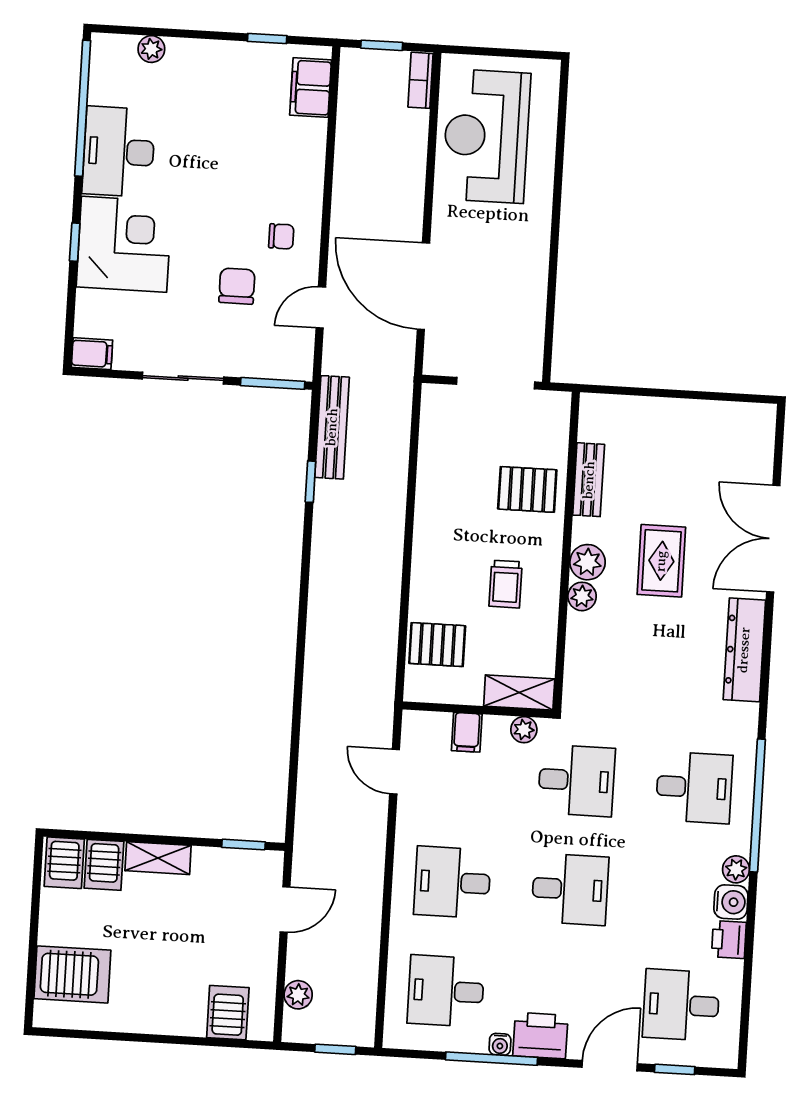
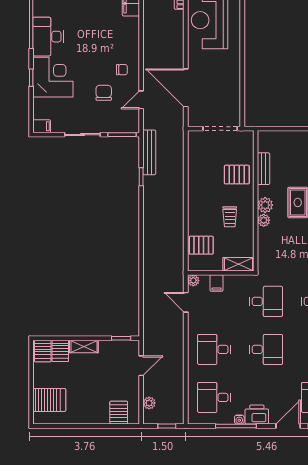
plant: (524, 730) -> (193, 280), moved

